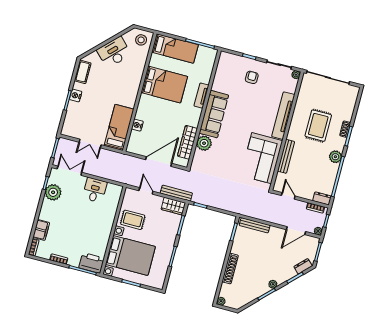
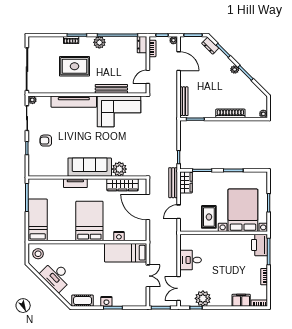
bed: (164, 84) -> (89, 221), moved

